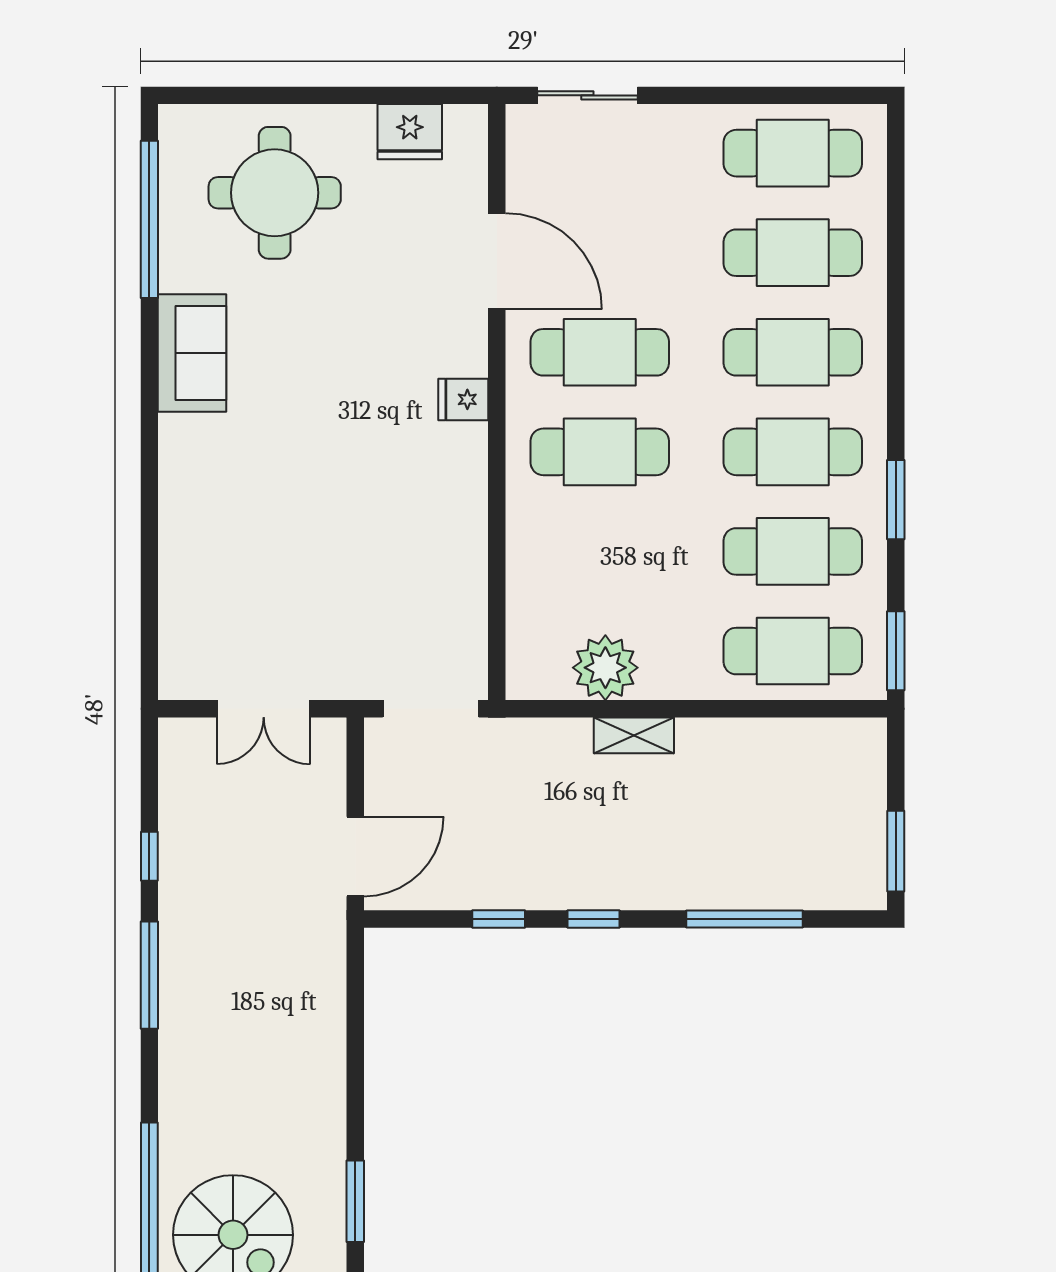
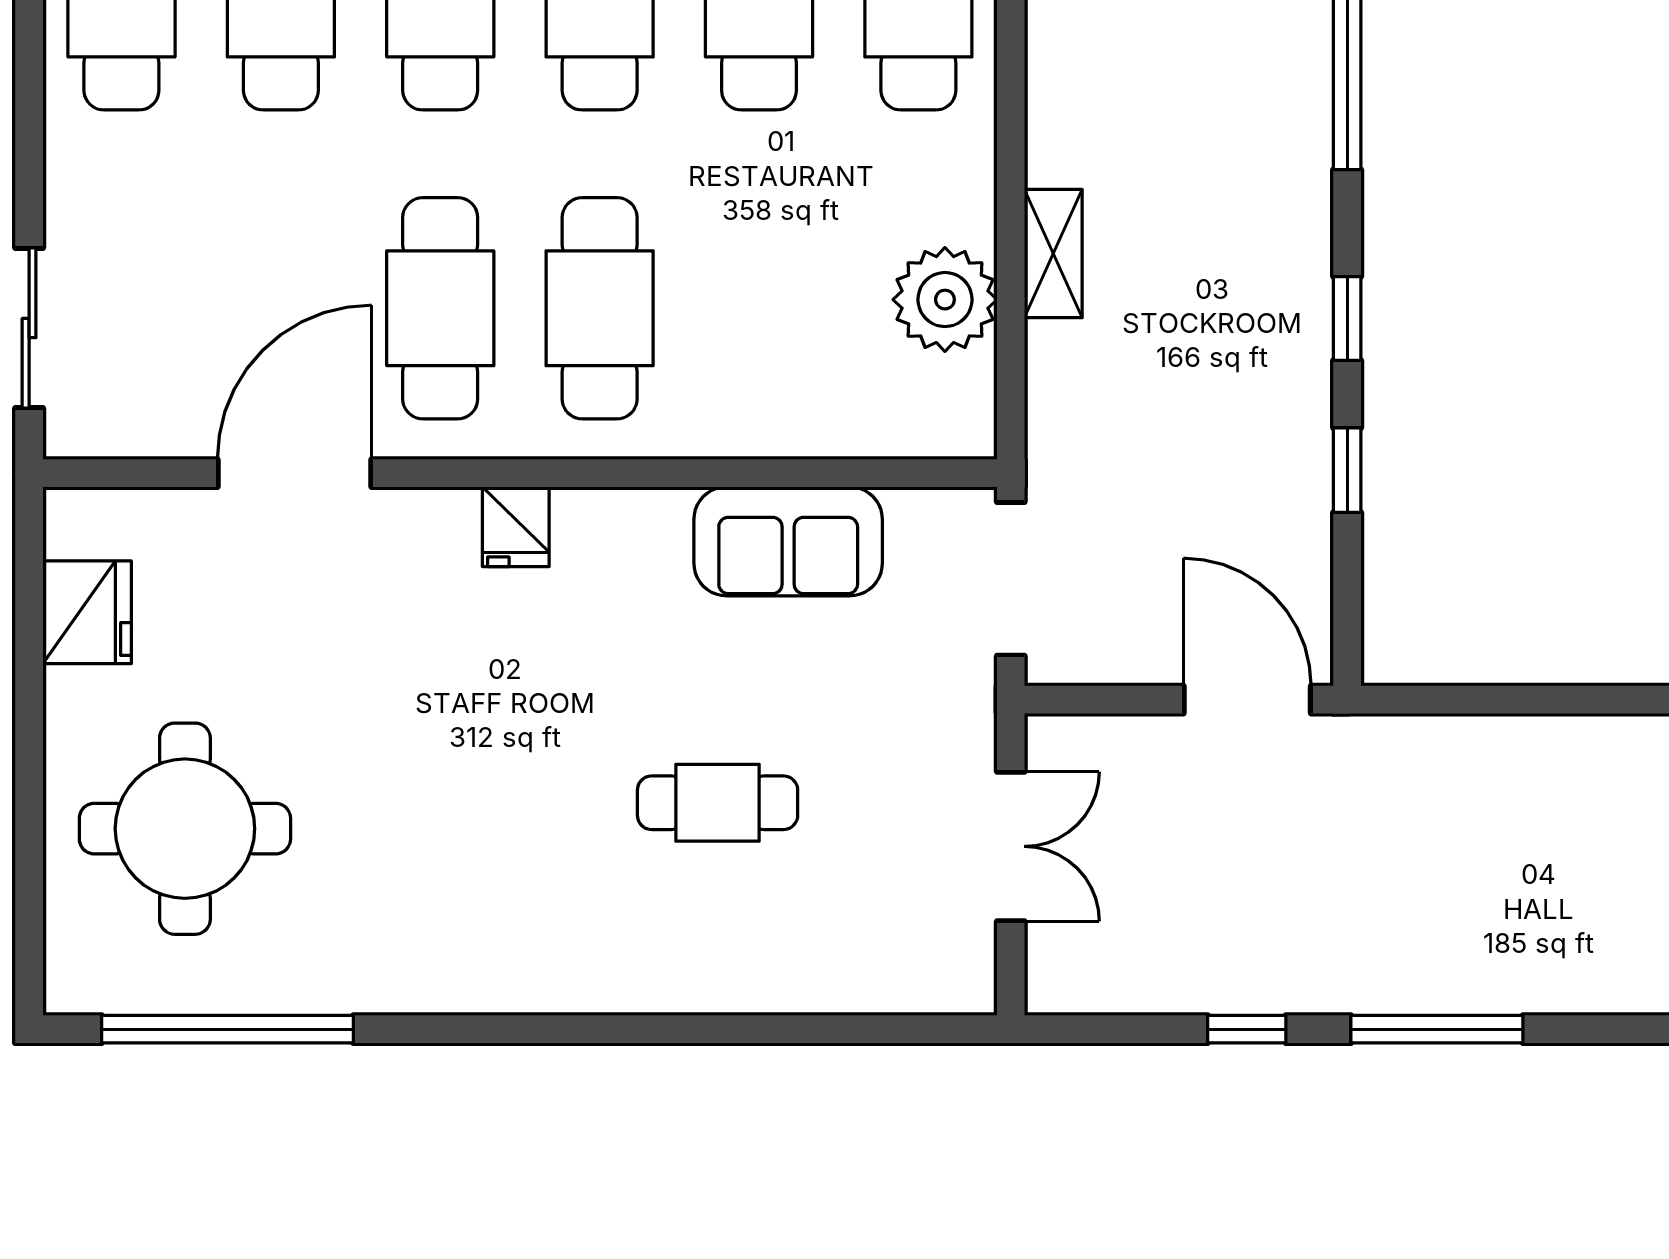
sofa: (192, 353) -> (788, 541), moved, turned 180
cafe table: (291, 526) -> (718, 803), added

